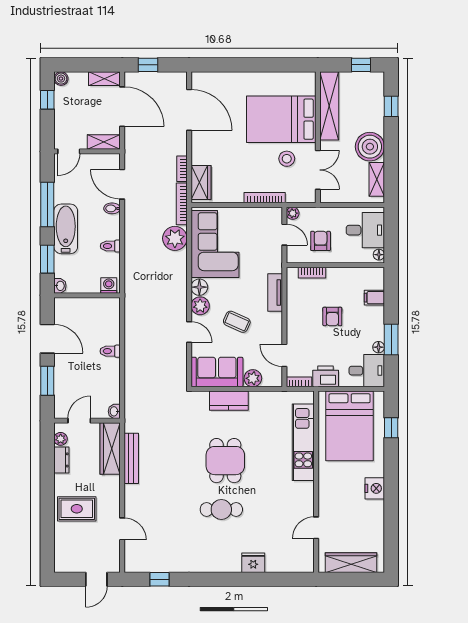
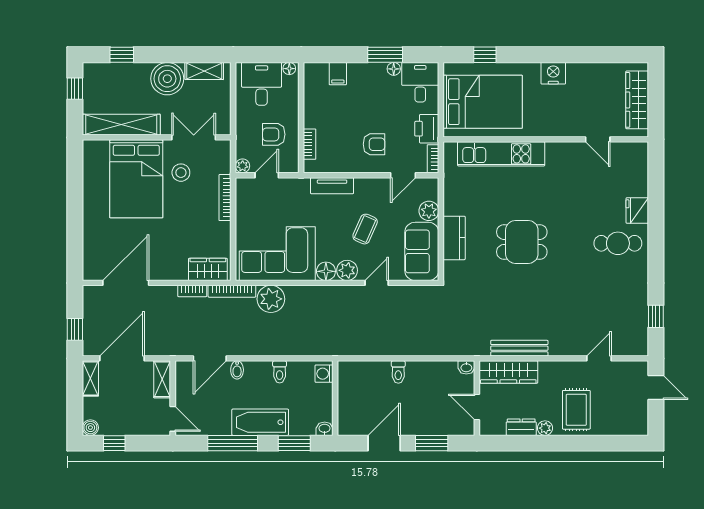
armchair: (332, 316) -> (374, 144), moved
plant: (61, 439) -> (545, 428), moved
cafe table: (221, 509) -> (618, 243), moved, turned 90

